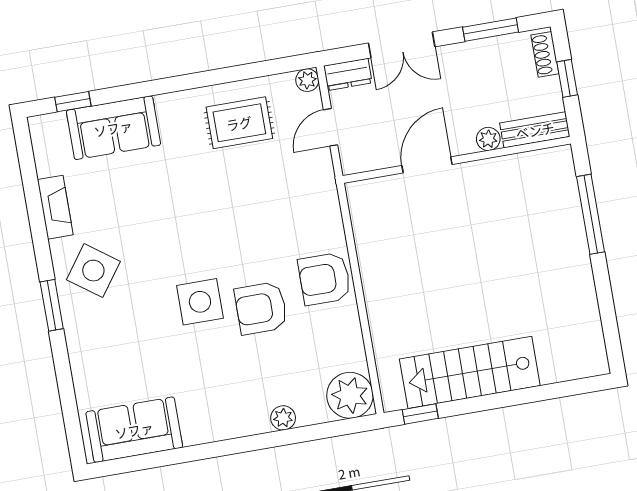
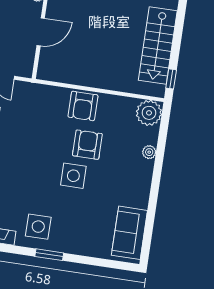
door: (427, 165) -> (41, 32), swing flipped
side table: (93, 271) -> (38, 227), turned -36
armchair: (261, 308) -> (87, 145), turned 180

